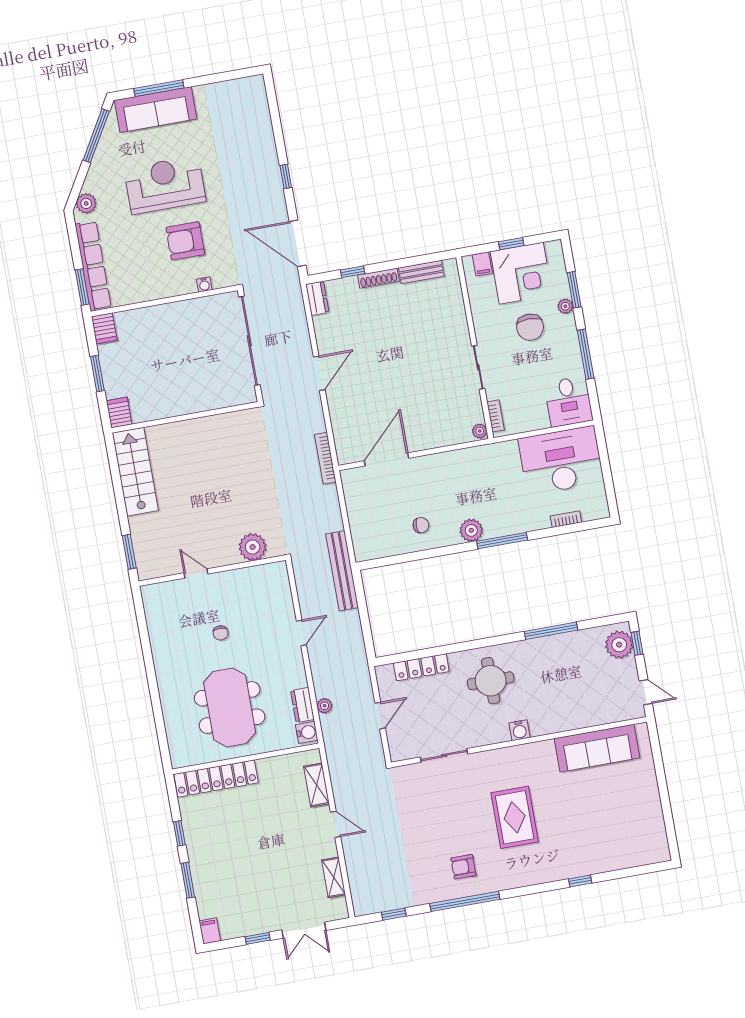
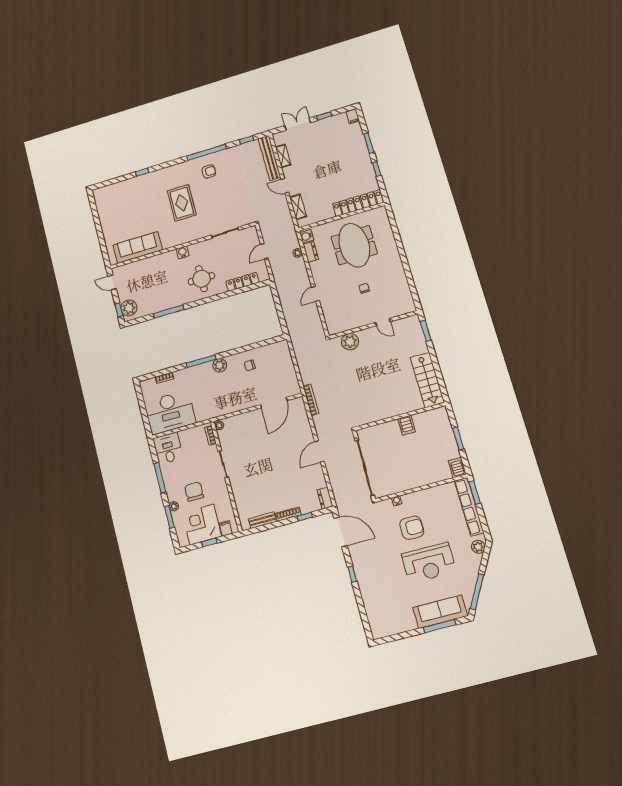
server rack: (119, 412) -> (407, 425), moved
bench: (342, 571) -> (269, 158), moved

